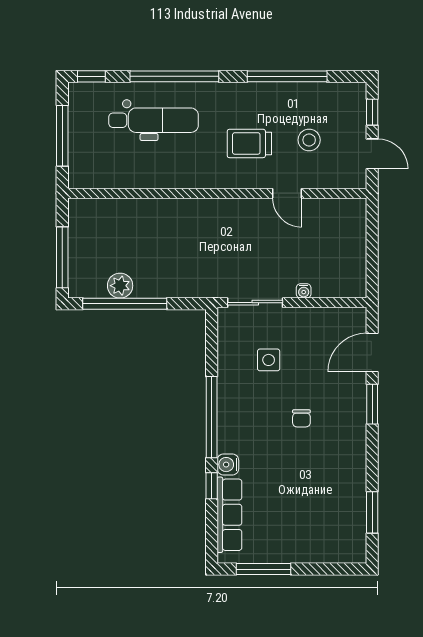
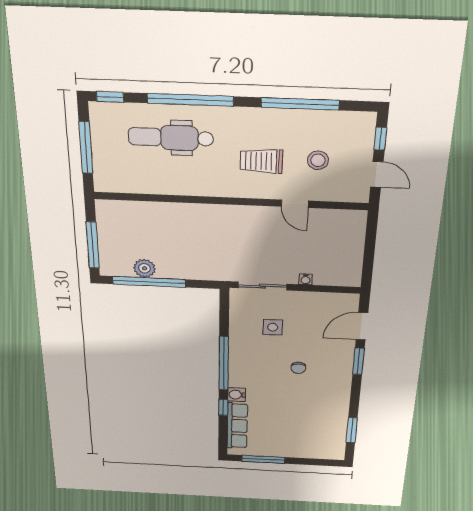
dental chair: (154, 120) -> (171, 138), turned 180

